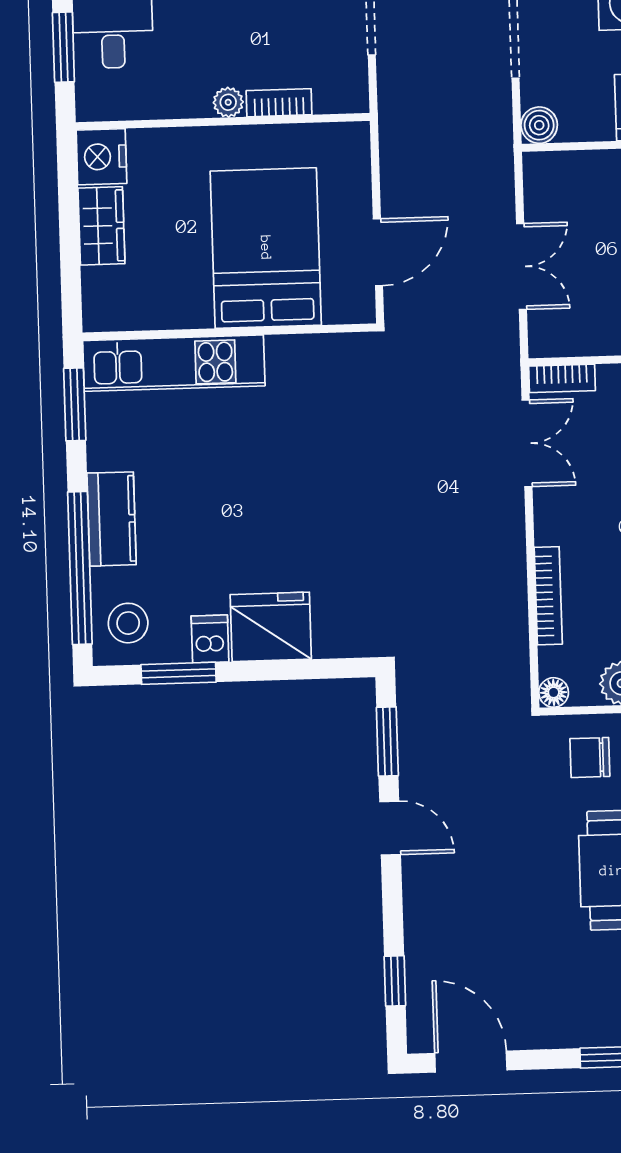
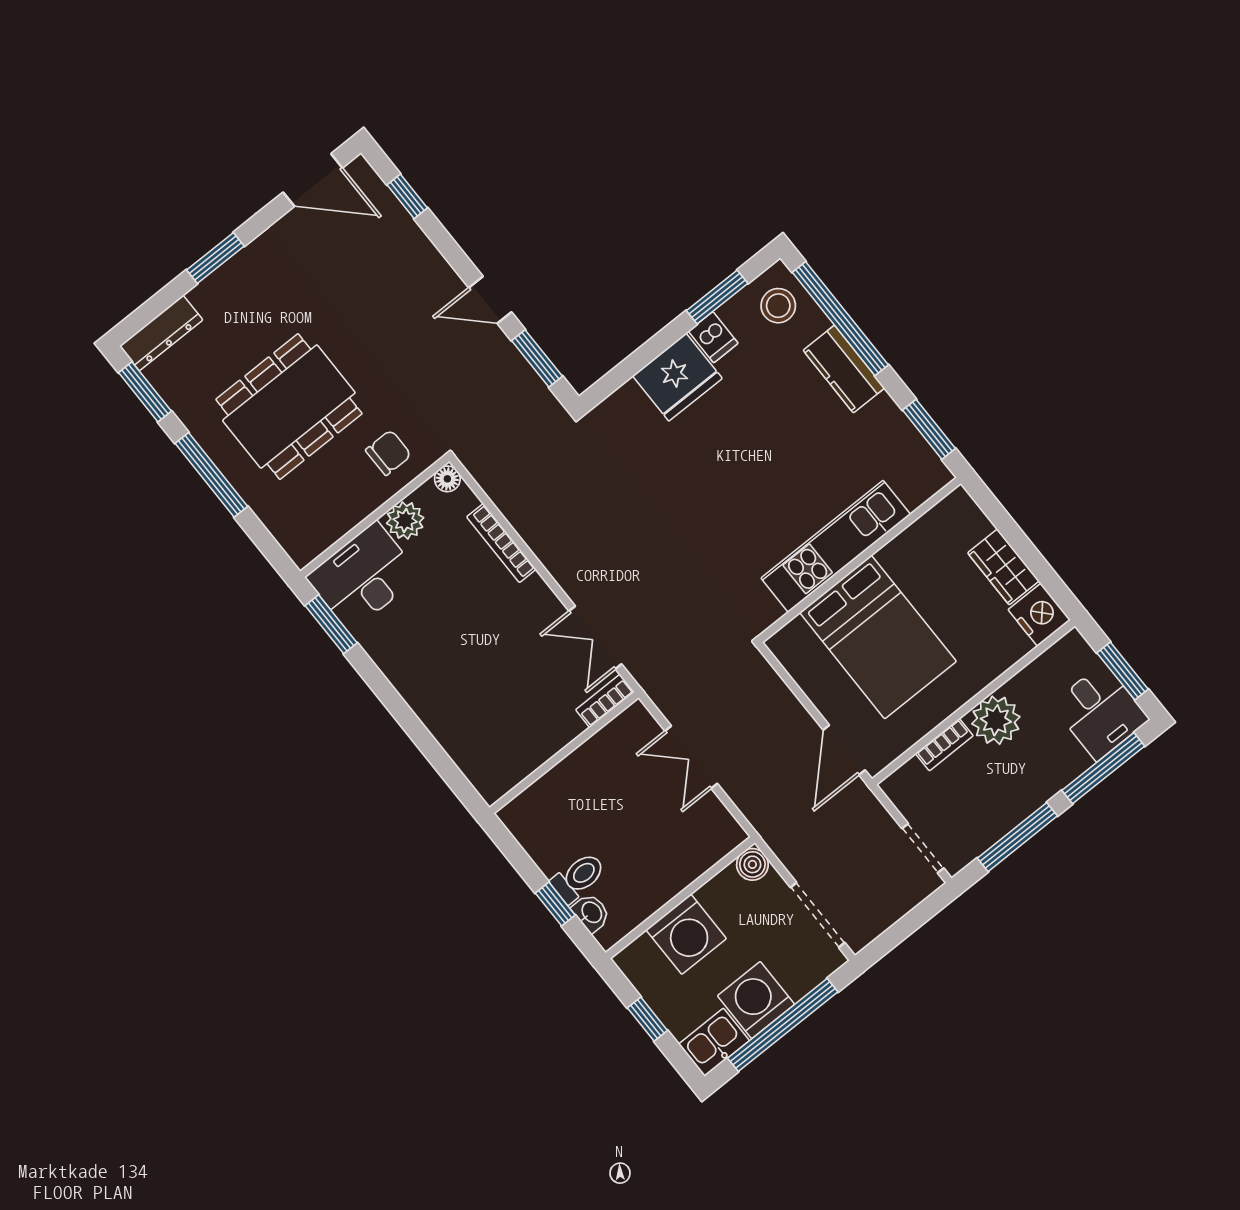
plant: (228, 102) -> (996, 720), width x1.88, depth x1.88
door: (378, 252) -> (844, 750), moved
kitchen unit: (174, 363) -> (836, 546), moved

